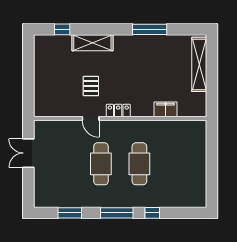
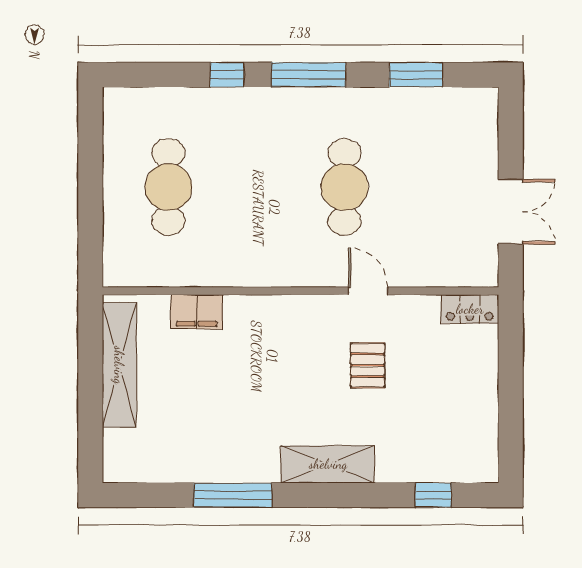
shelving: (92, 43) -> (328, 464), moved
shelving: (199, 64) -> (119, 365), moved
locker: (118, 110) -> (470, 309), moved
cafe table: (139, 164) -> (169, 187), moved

